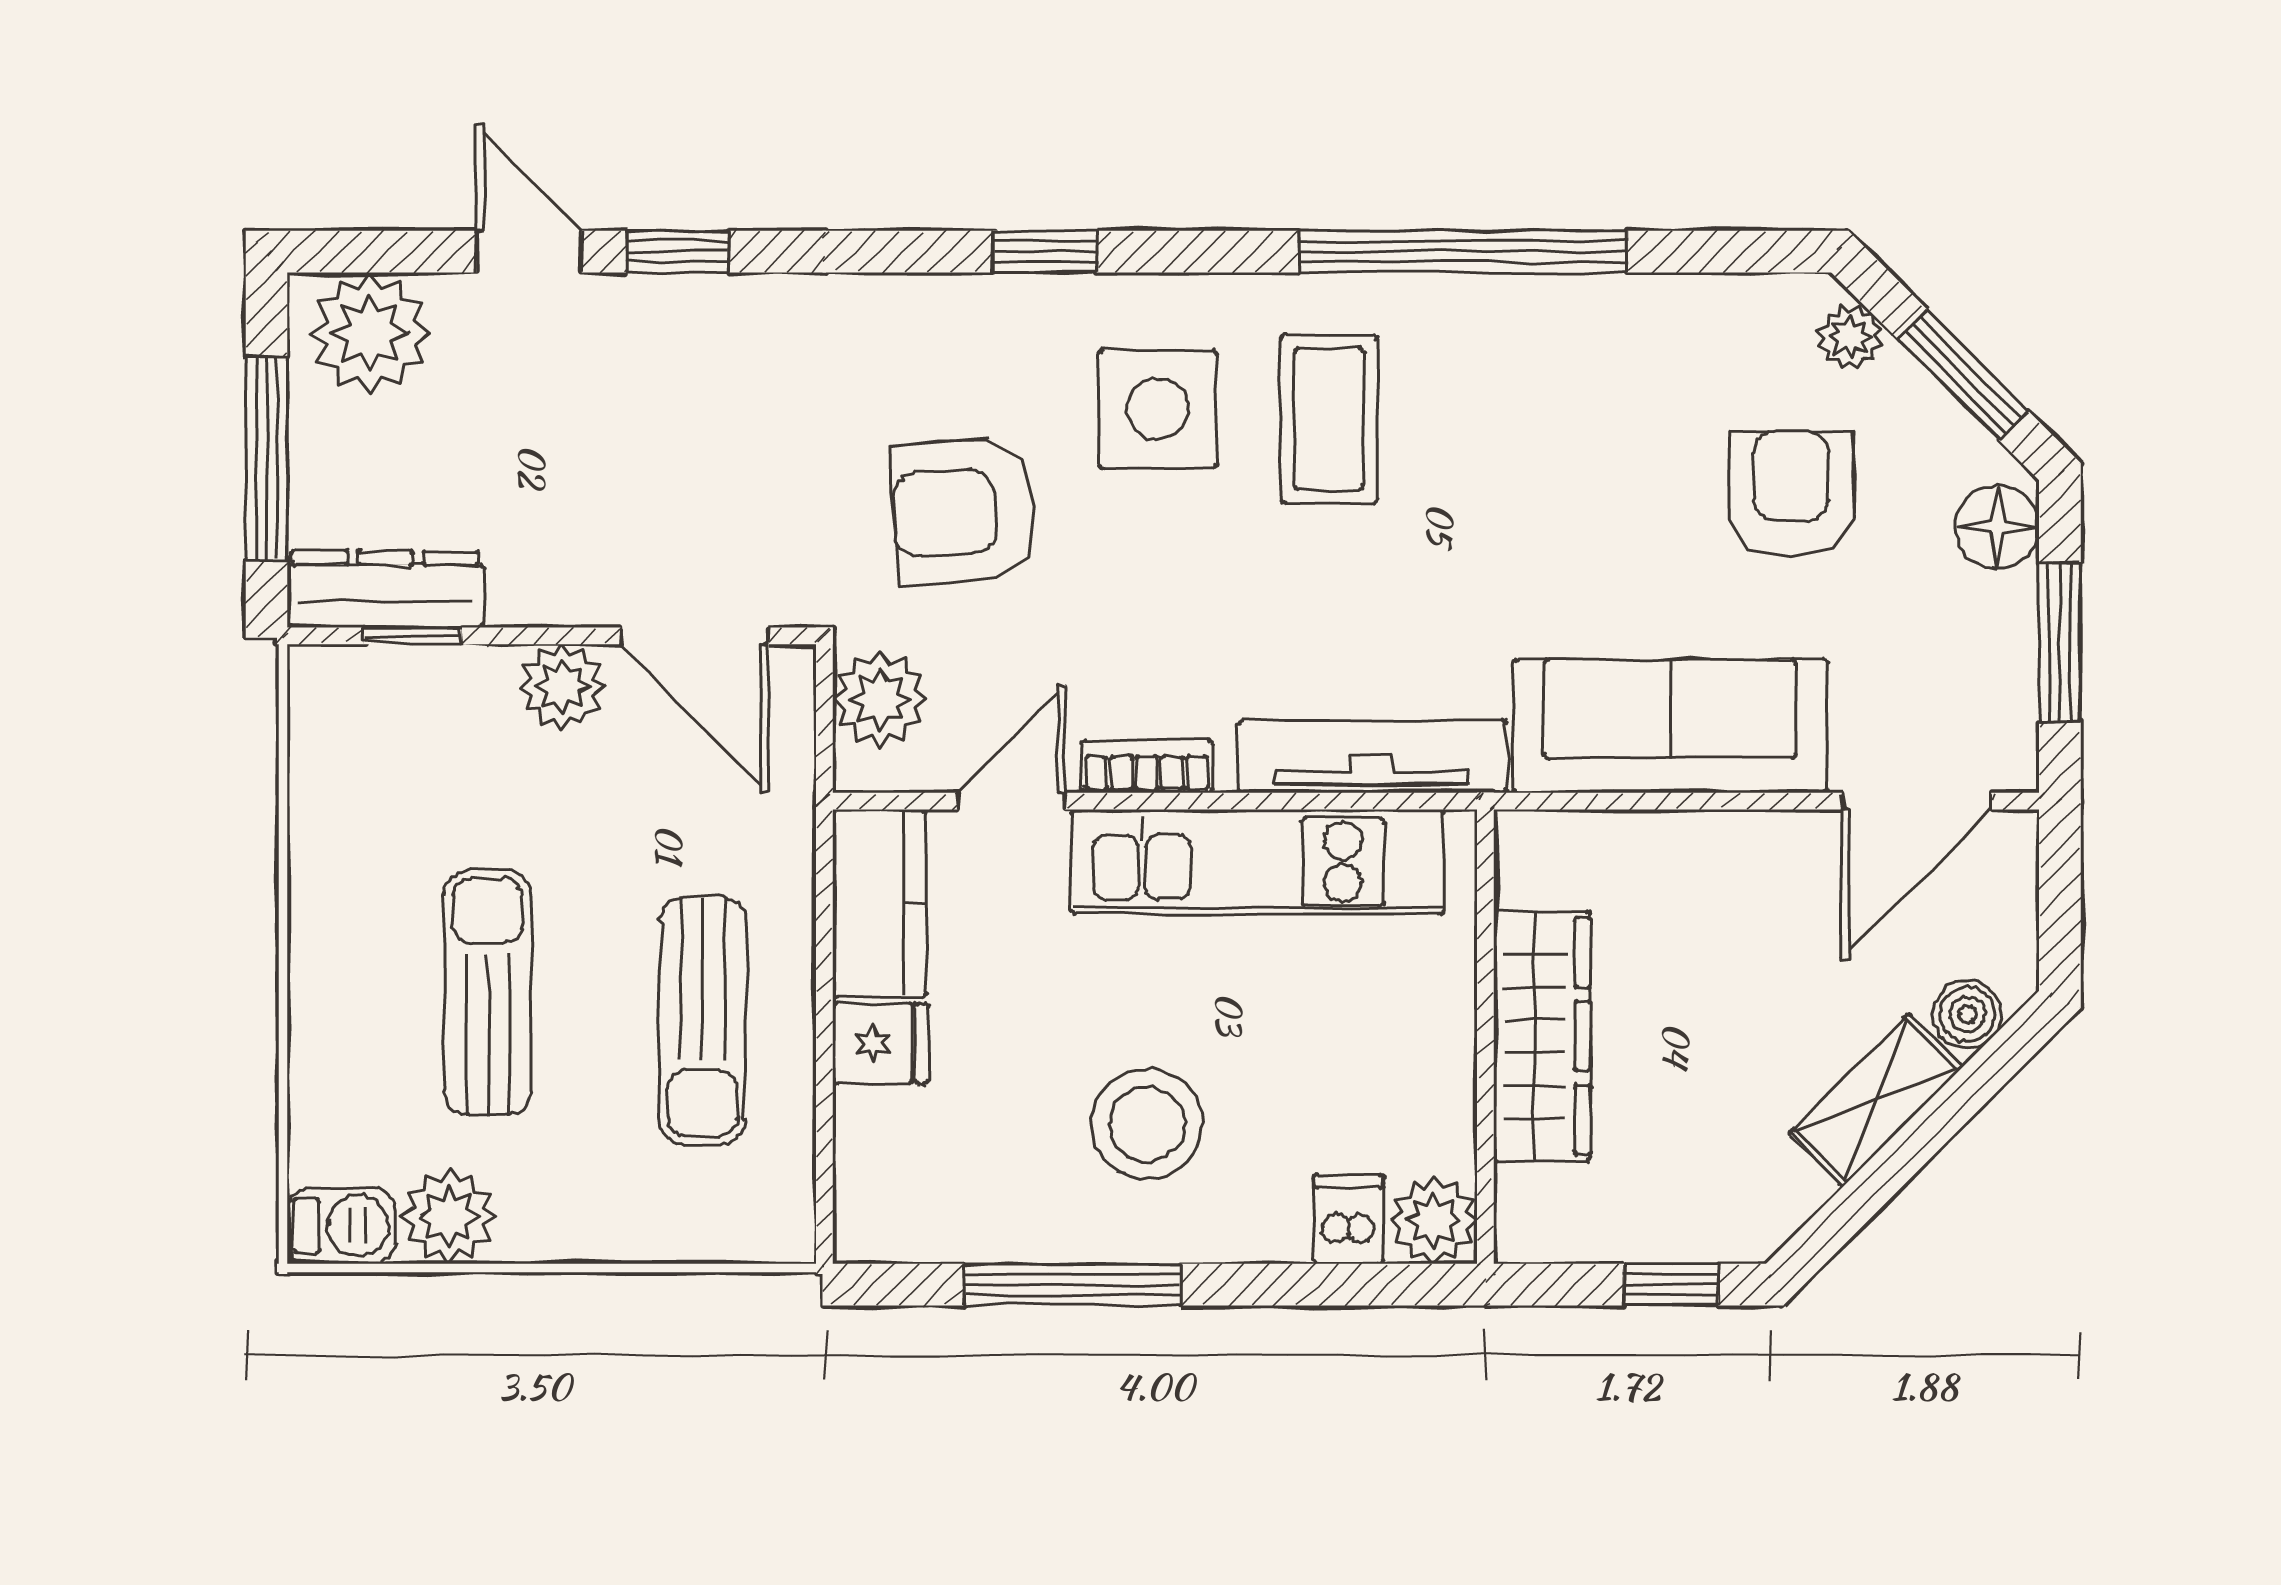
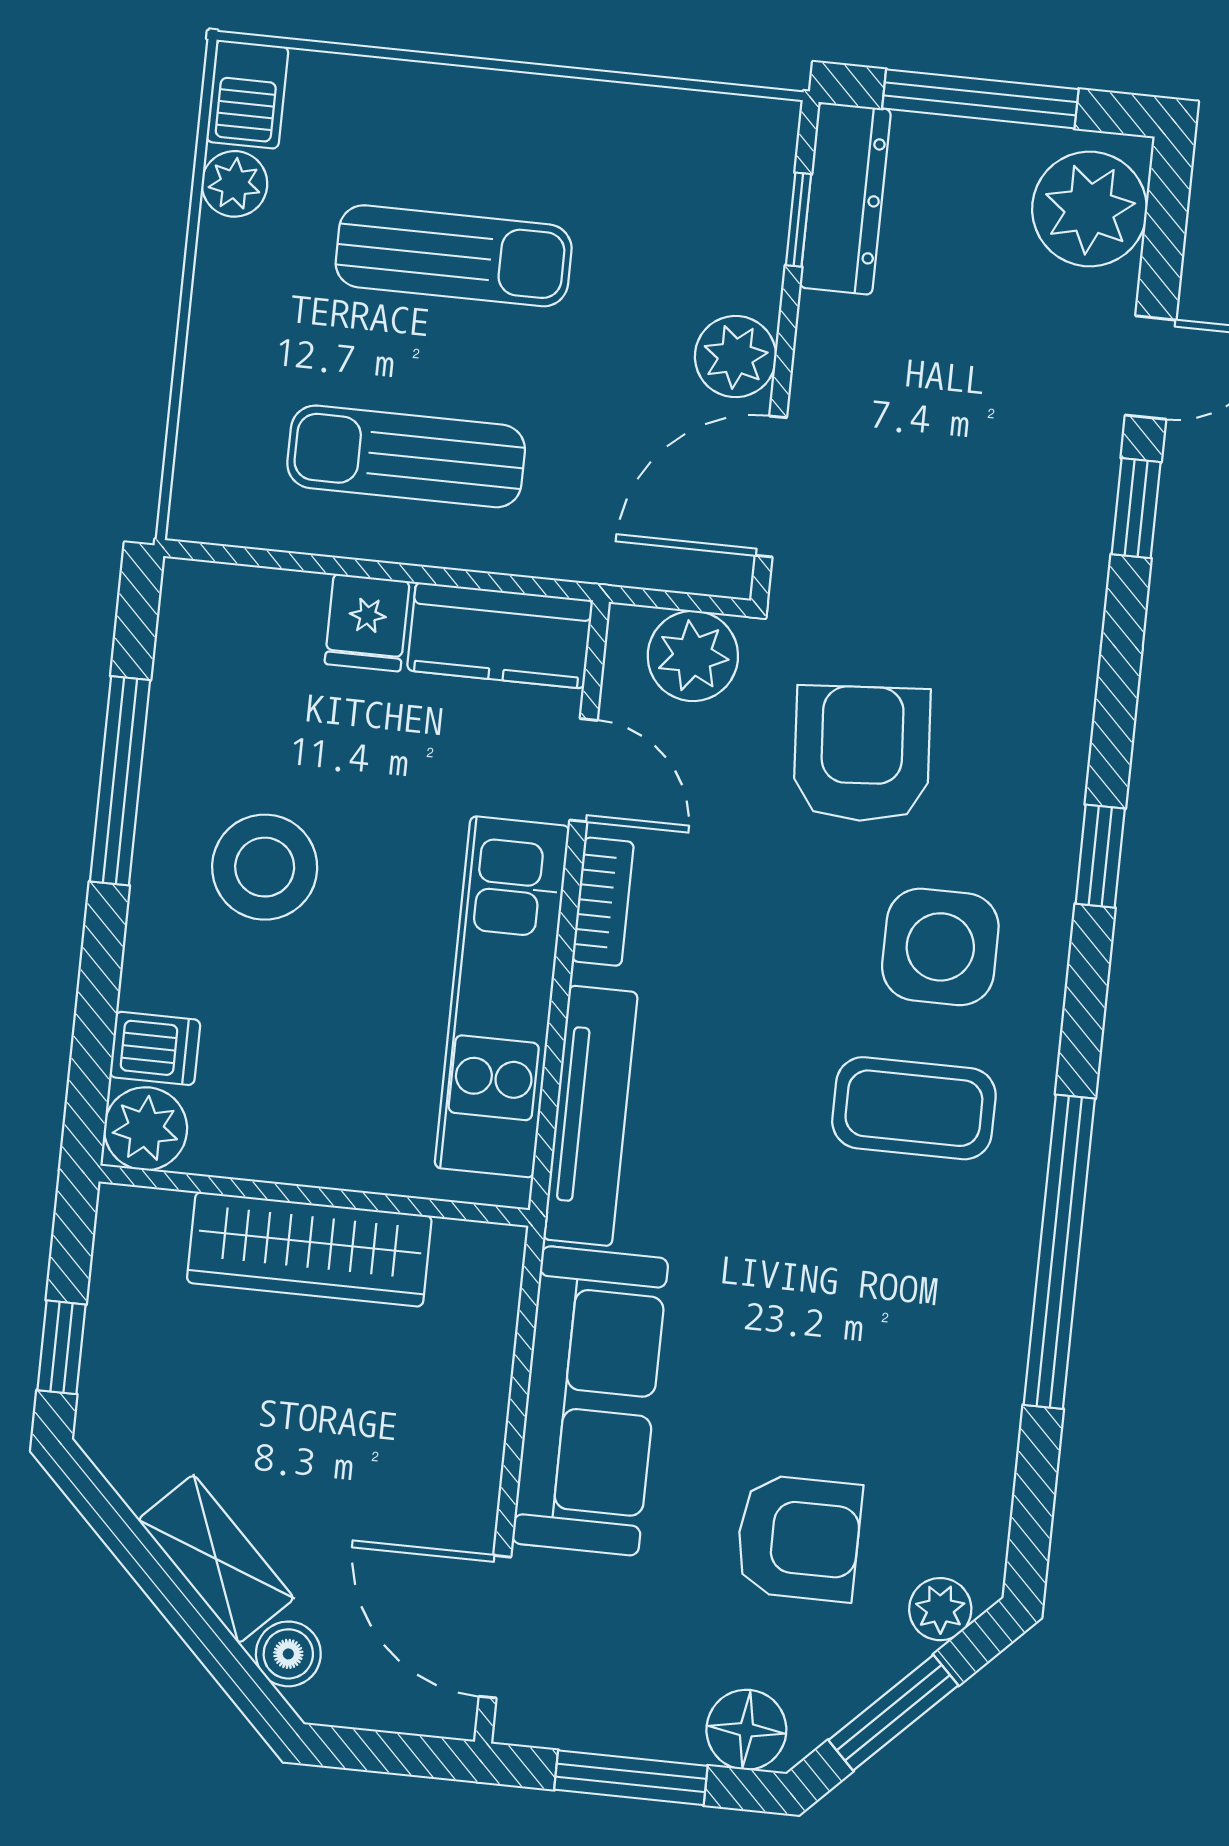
plant: (449, 1217) -> (234, 184), width x0.73, depth x0.73

